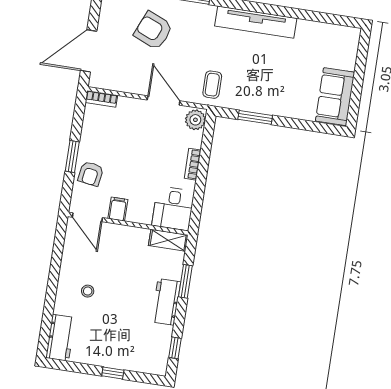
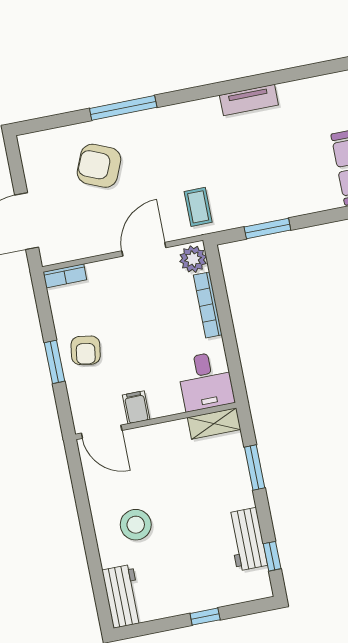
tv unit: (256, 22) -> (249, 100), width x0.52, depth x0.78
door: (164, 100) -> (144, 249), hinge flipped
bookcase: (193, 164) -> (208, 305), width x1.56
armchair: (91, 174) -> (86, 350), moved
stool: (88, 291) -> (136, 525), width x1.89, depth x1.89
workbench: (166, 302) -> (247, 539), moved

